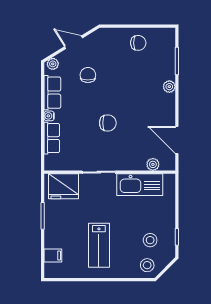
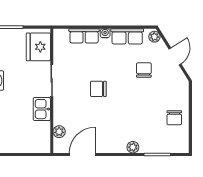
chair: (88, 75) -> (144, 70), turned -90
chair: (108, 123) -> (98, 89), turned 90
kitchen sink: (140, 185) -> (42, 109), width x0.53, depth x0.81

